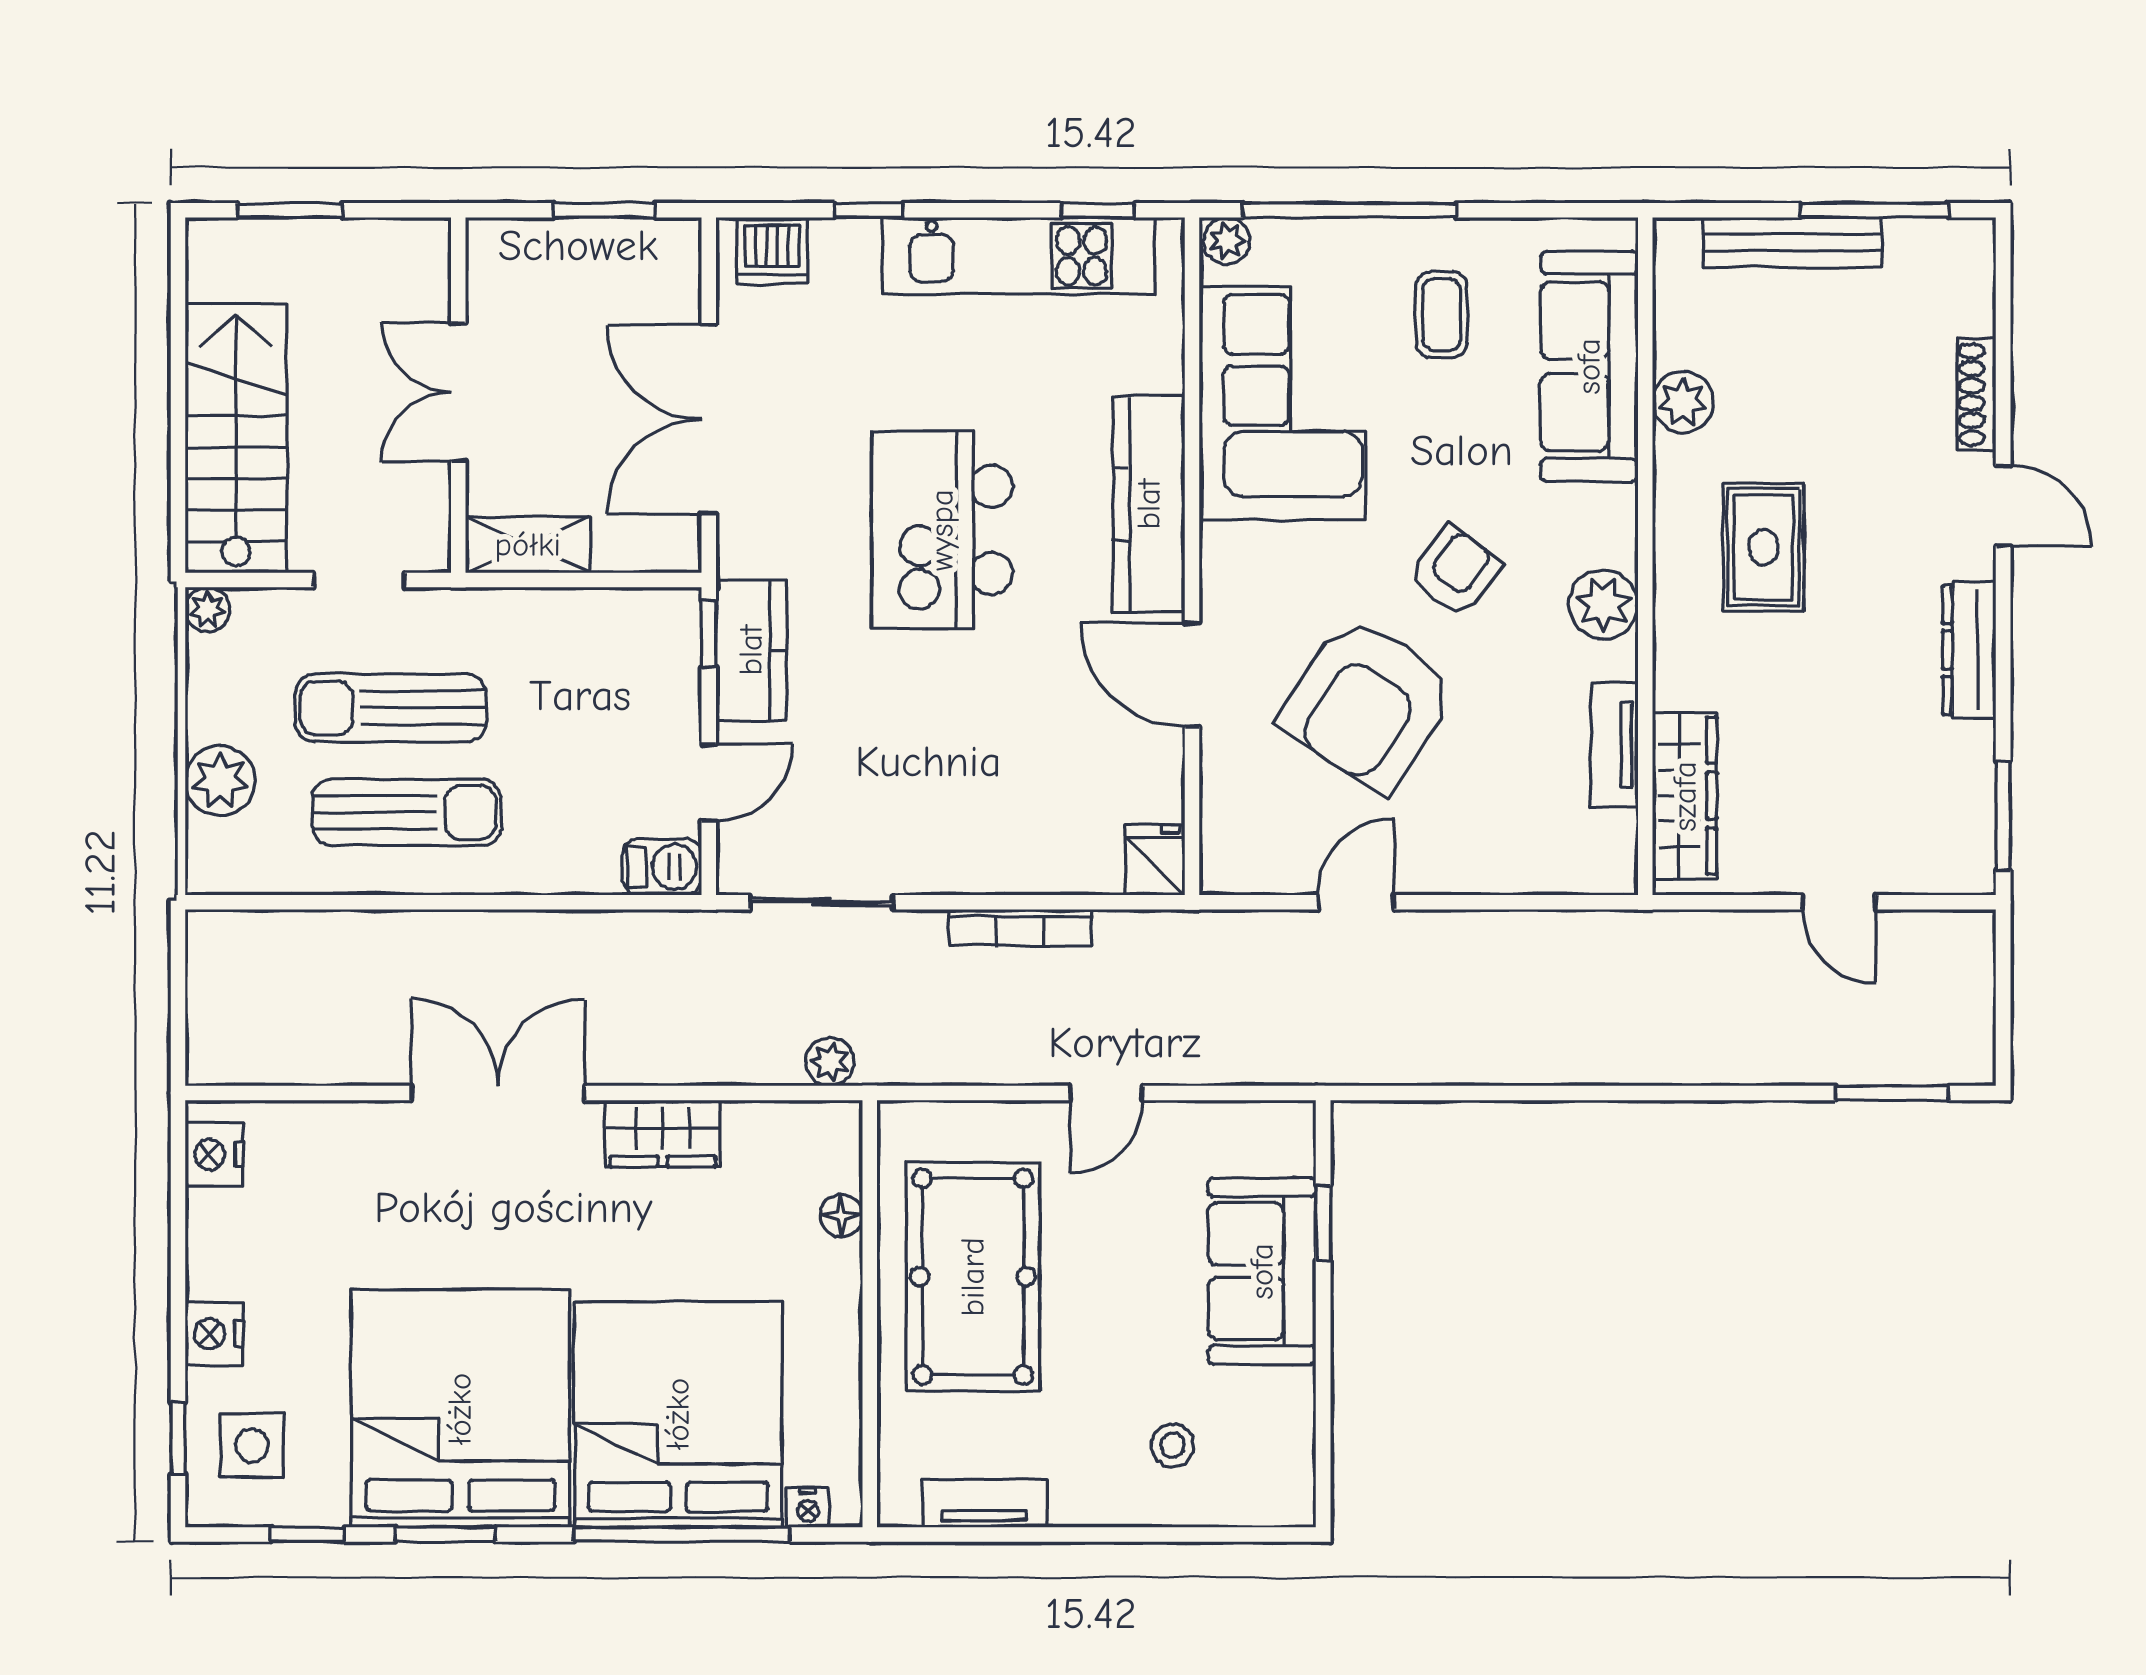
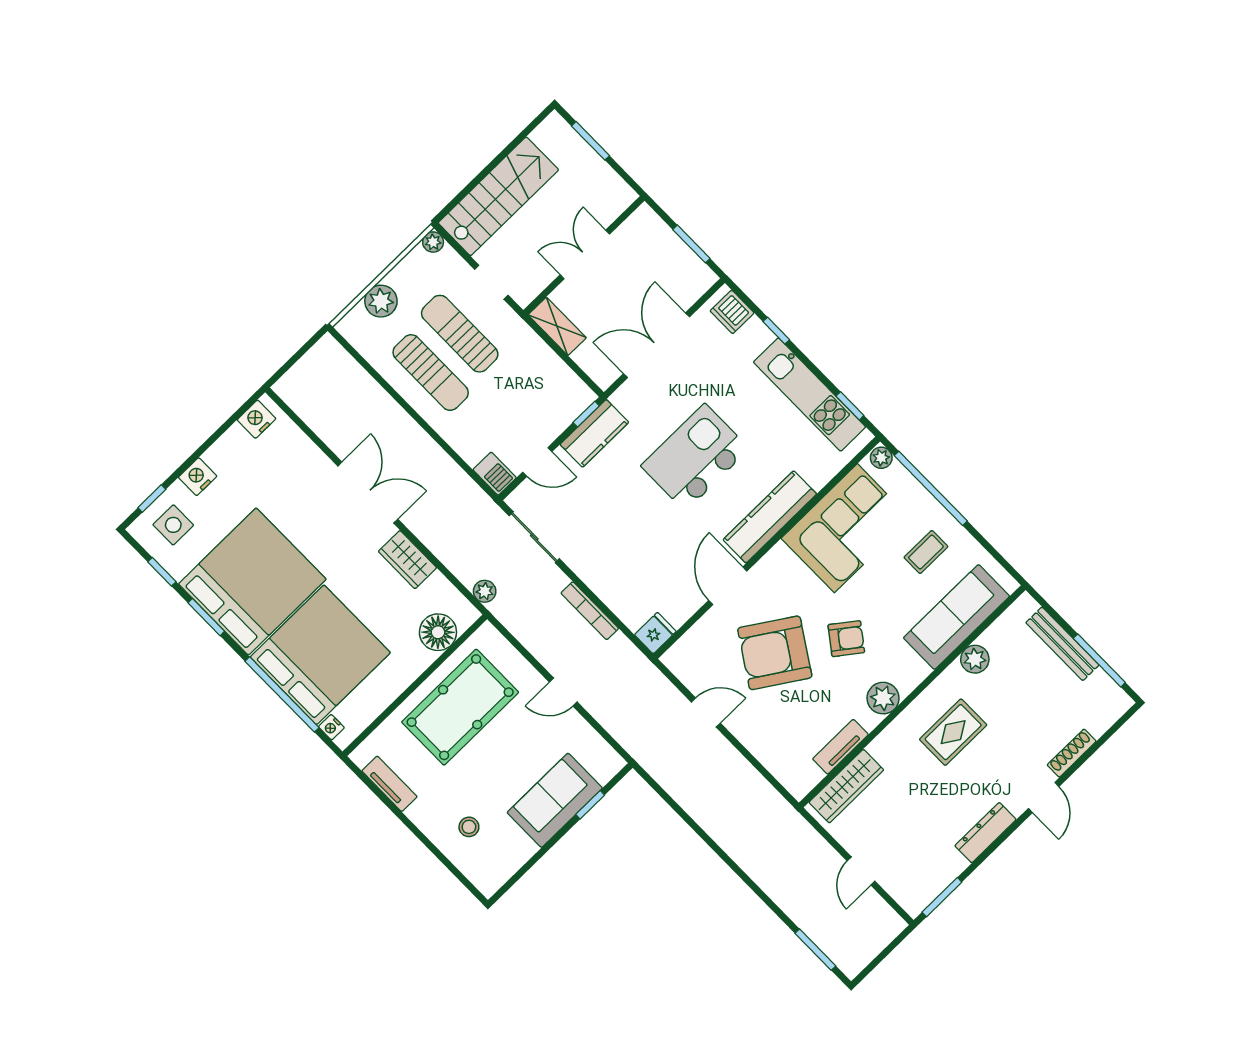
floor lamp: (841, 1216) -> (438, 632), width x1.89, depth x1.89

